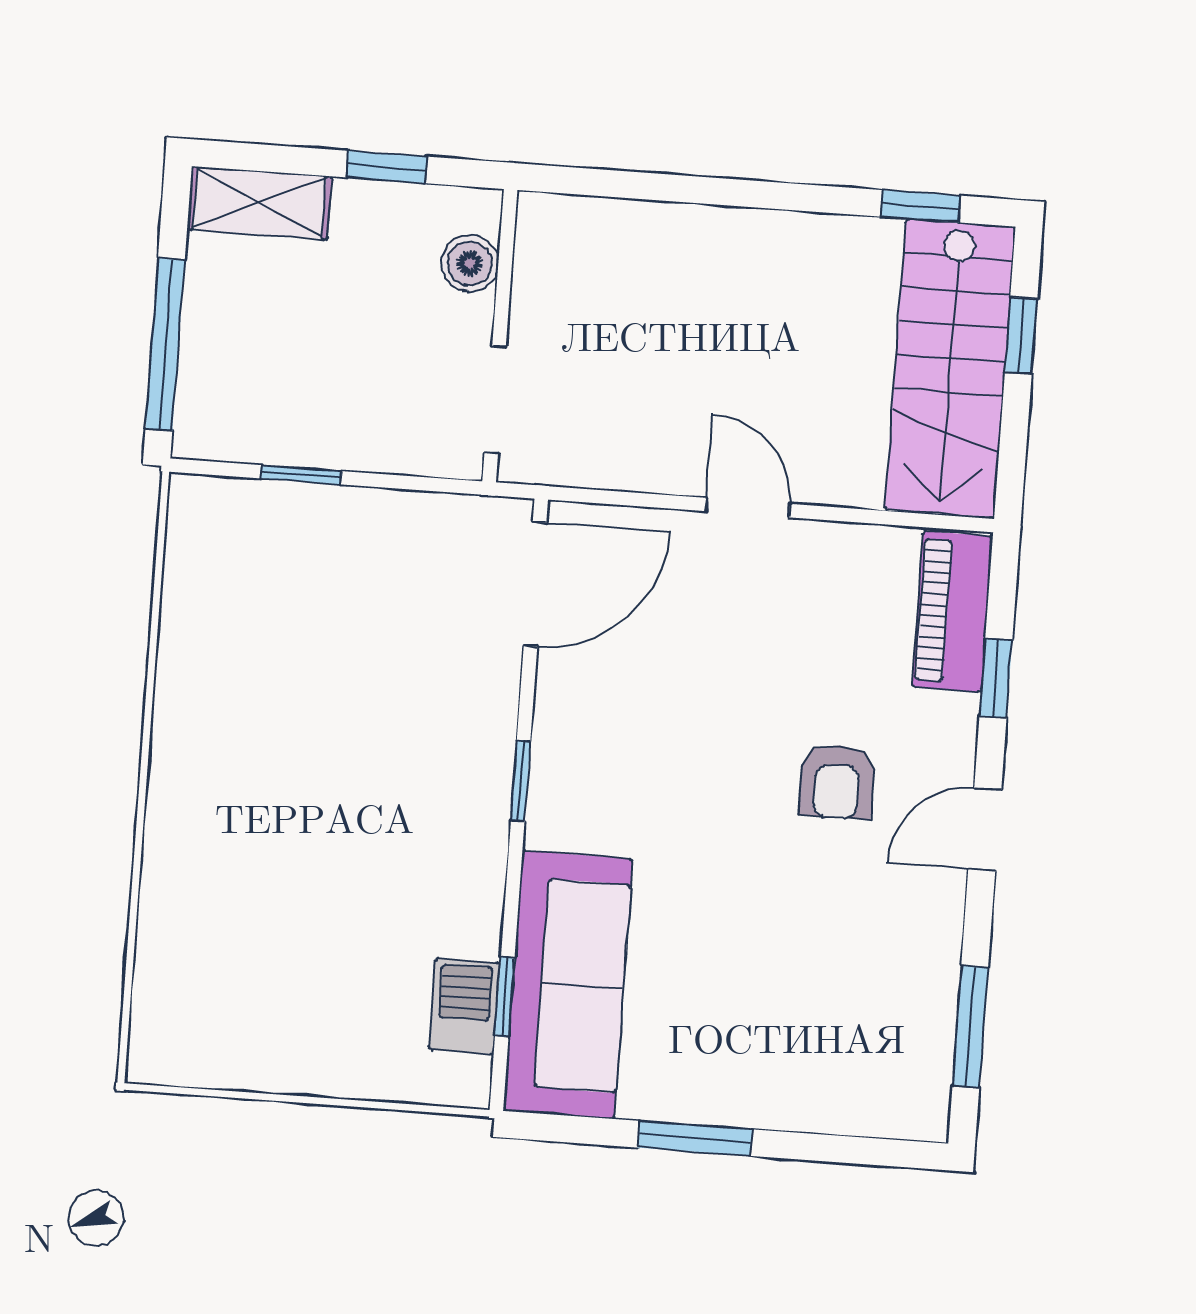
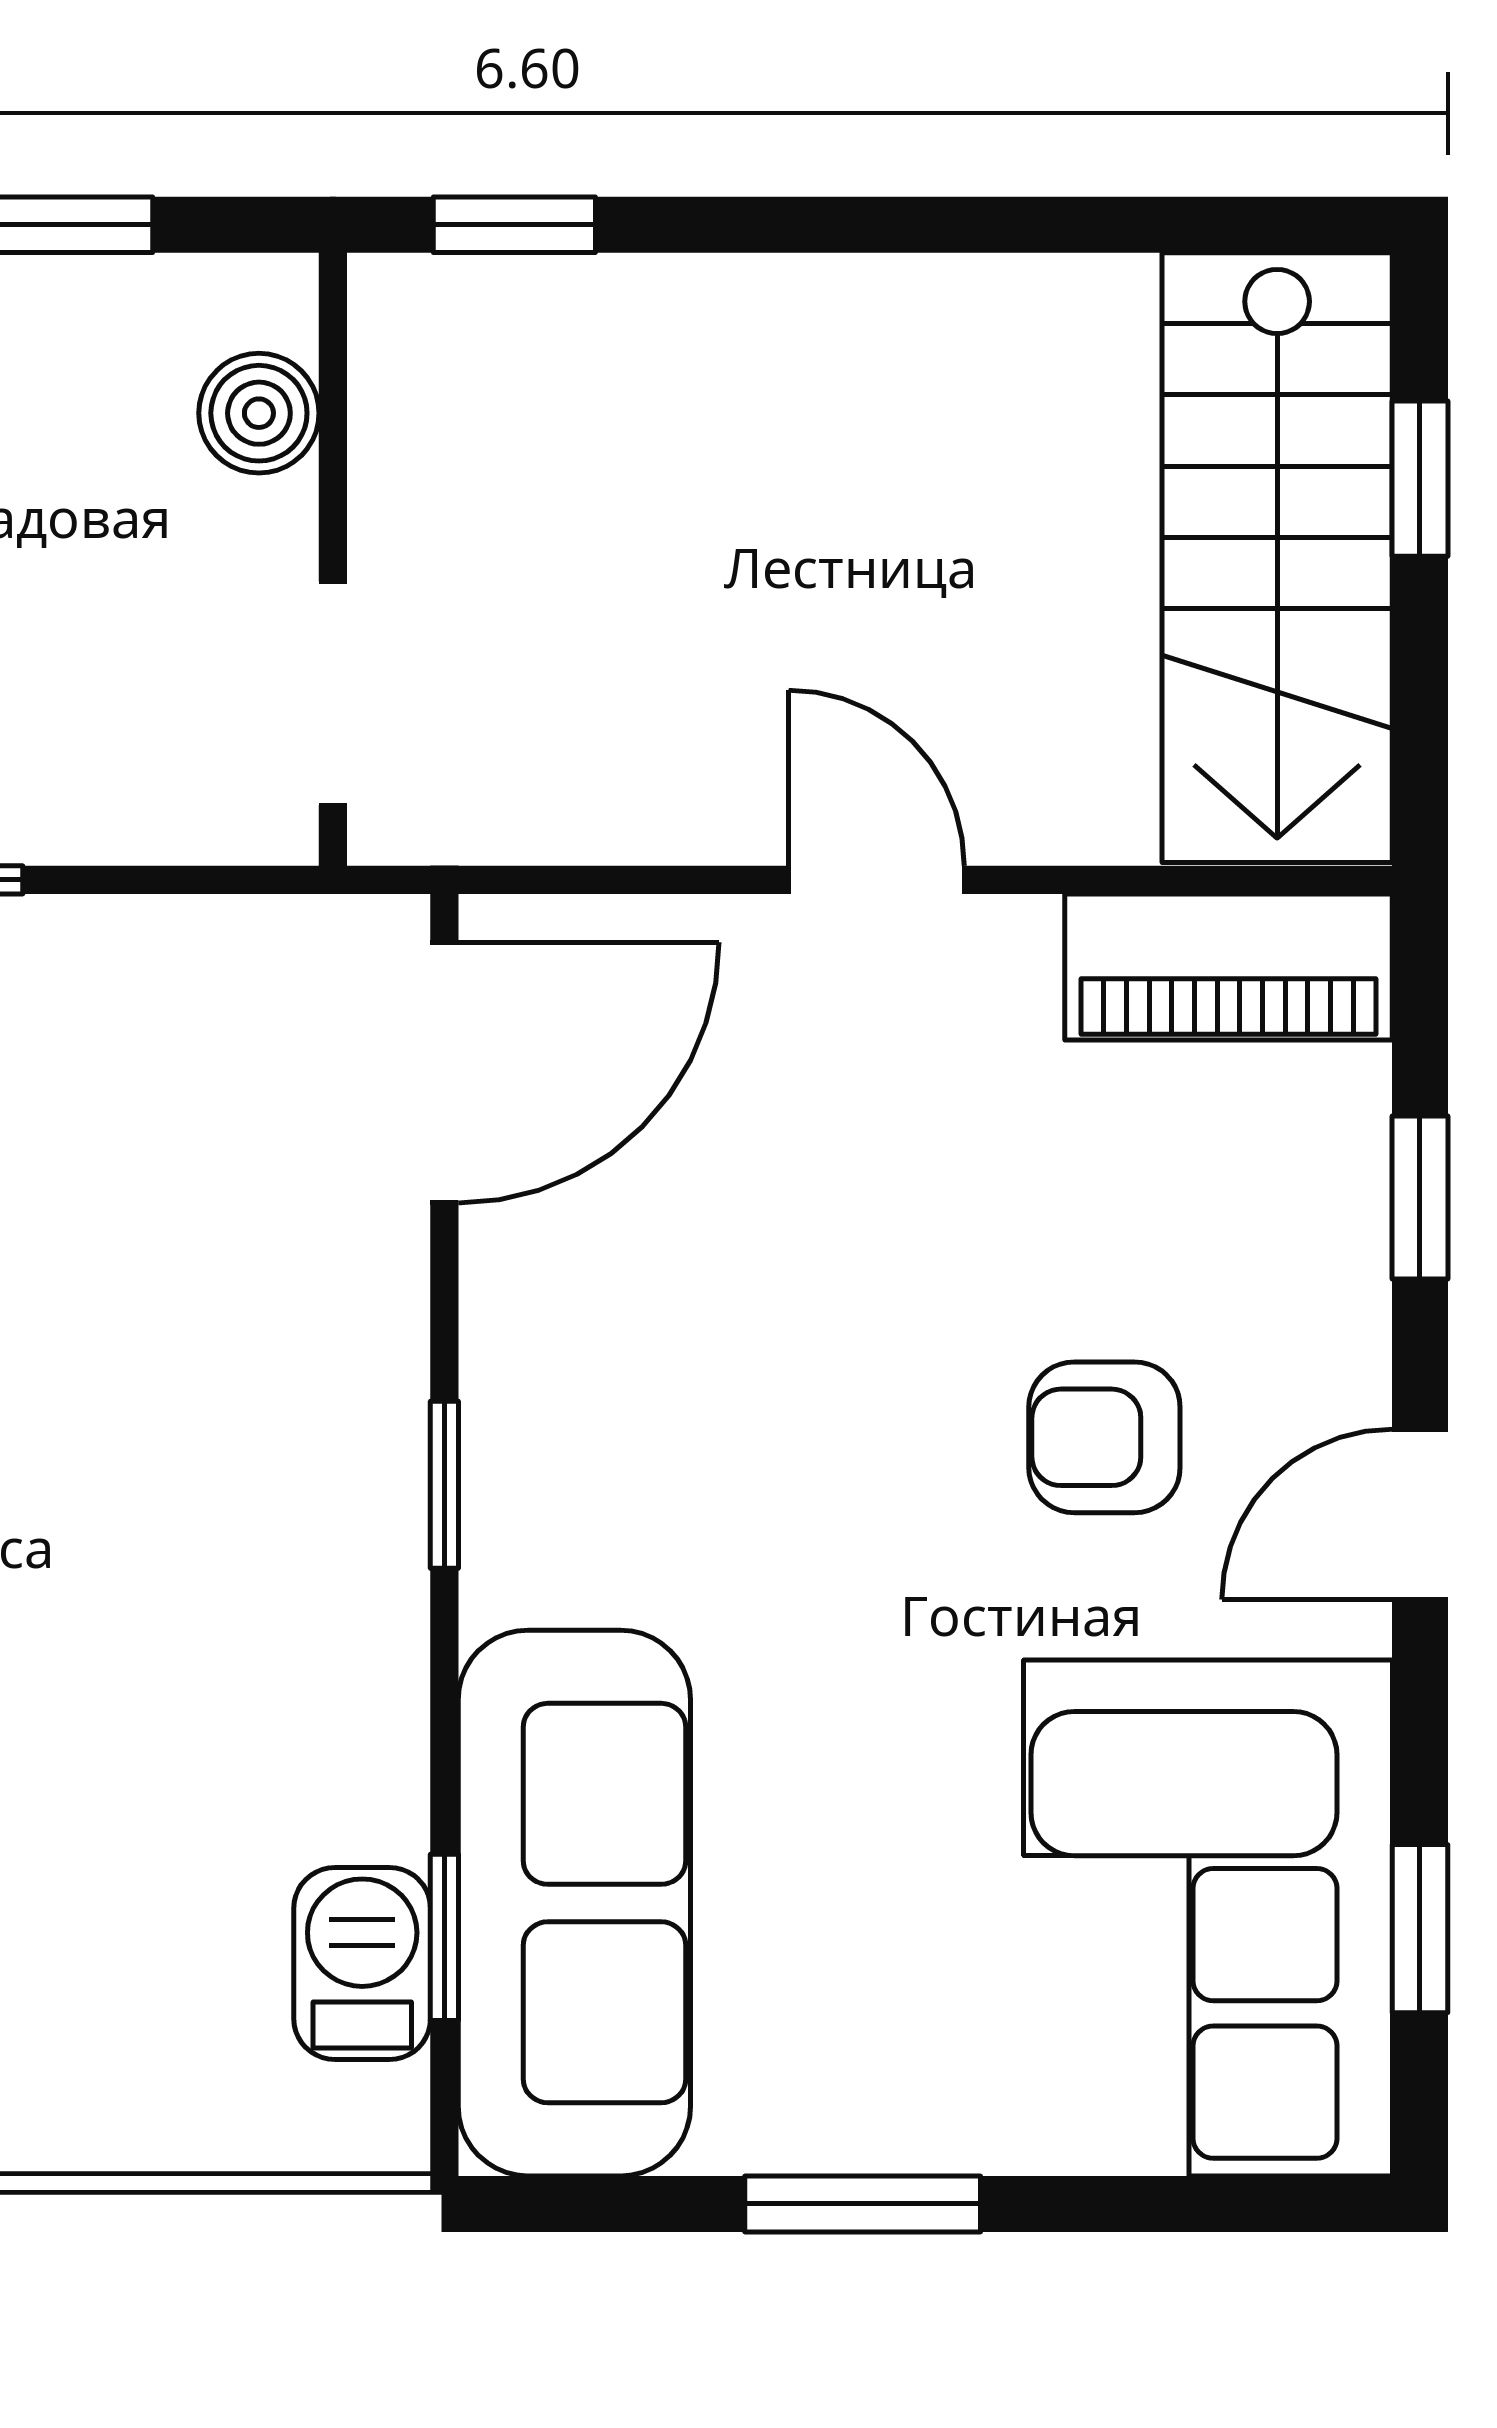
window: (921, 206) -> (514, 225), moved
piano: (952, 612) -> (1228, 967), moved, turned -90
armchair: (837, 781) -> (1104, 1437), turned 90
corner sofa: (870, 1014) -> (1208, 1918), added
window: (970, 1027) -> (1420, 1929), width x0.67

